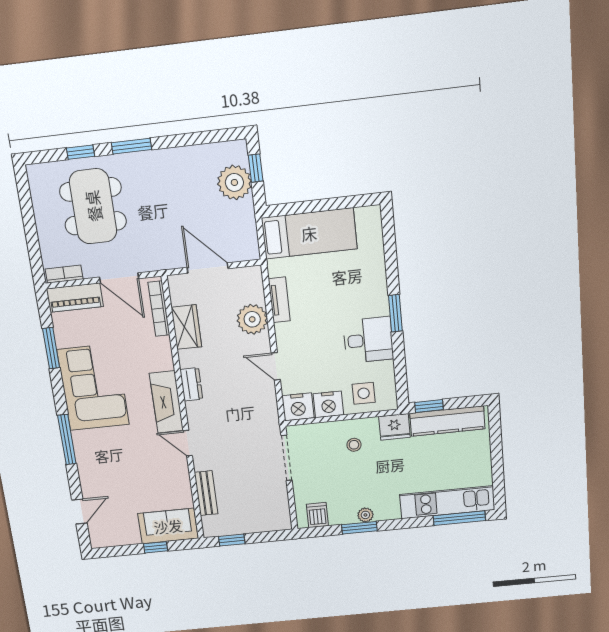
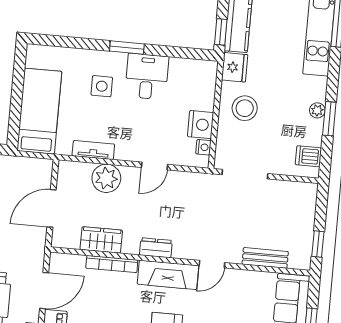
bookcase: (159, 309) -> (112, 264), moved
side table: (364, 393) -> (102, 86), moved
nightstand: (298, 407) -> (203, 147), width x0.53, depth x0.56
stool: (354, 445) -> (245, 108), width x1.89, depth x1.89

